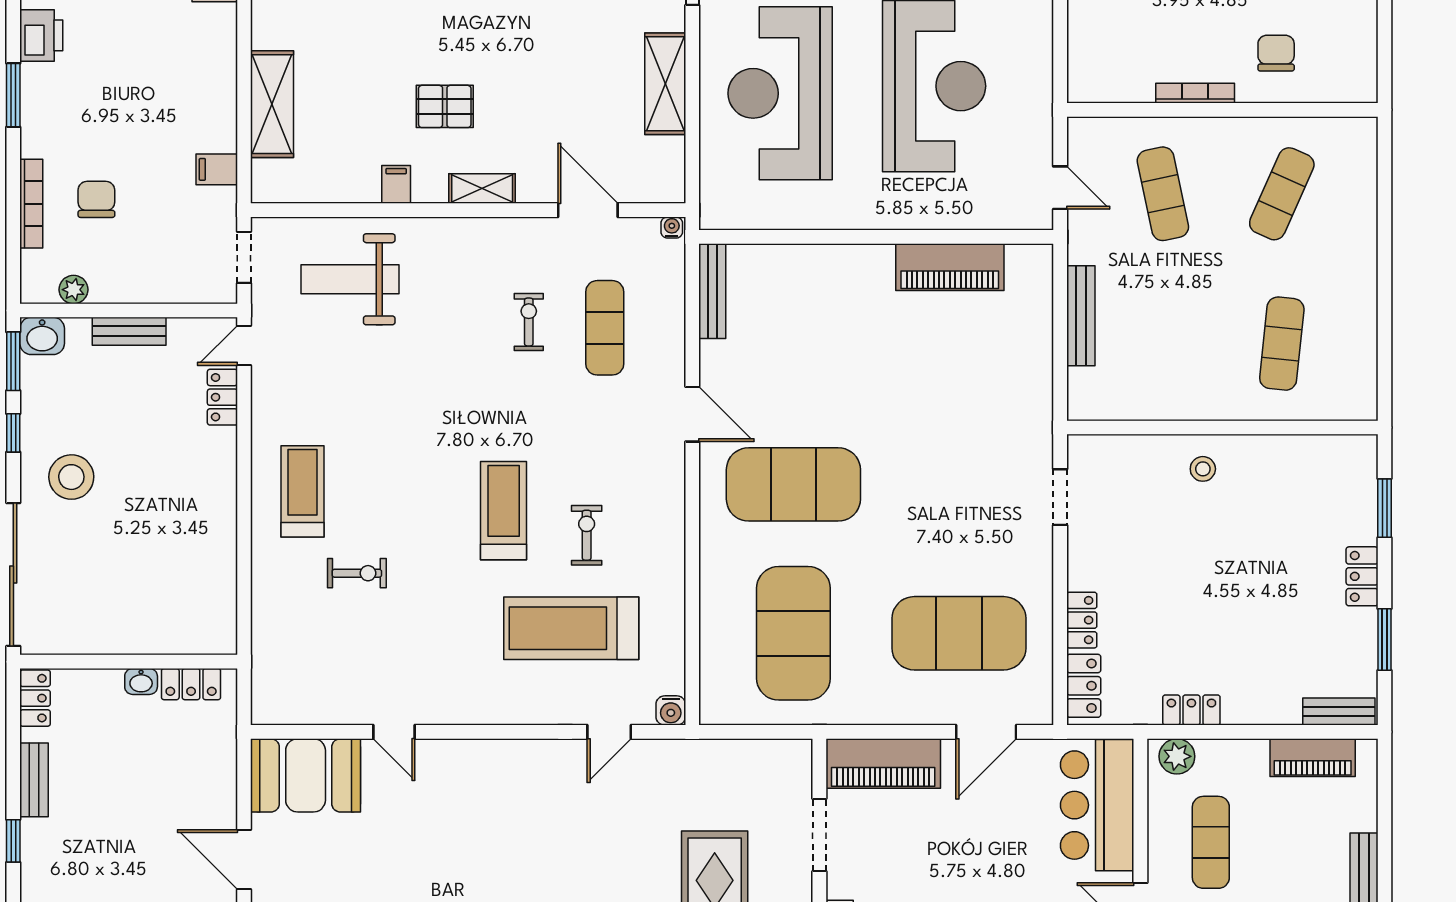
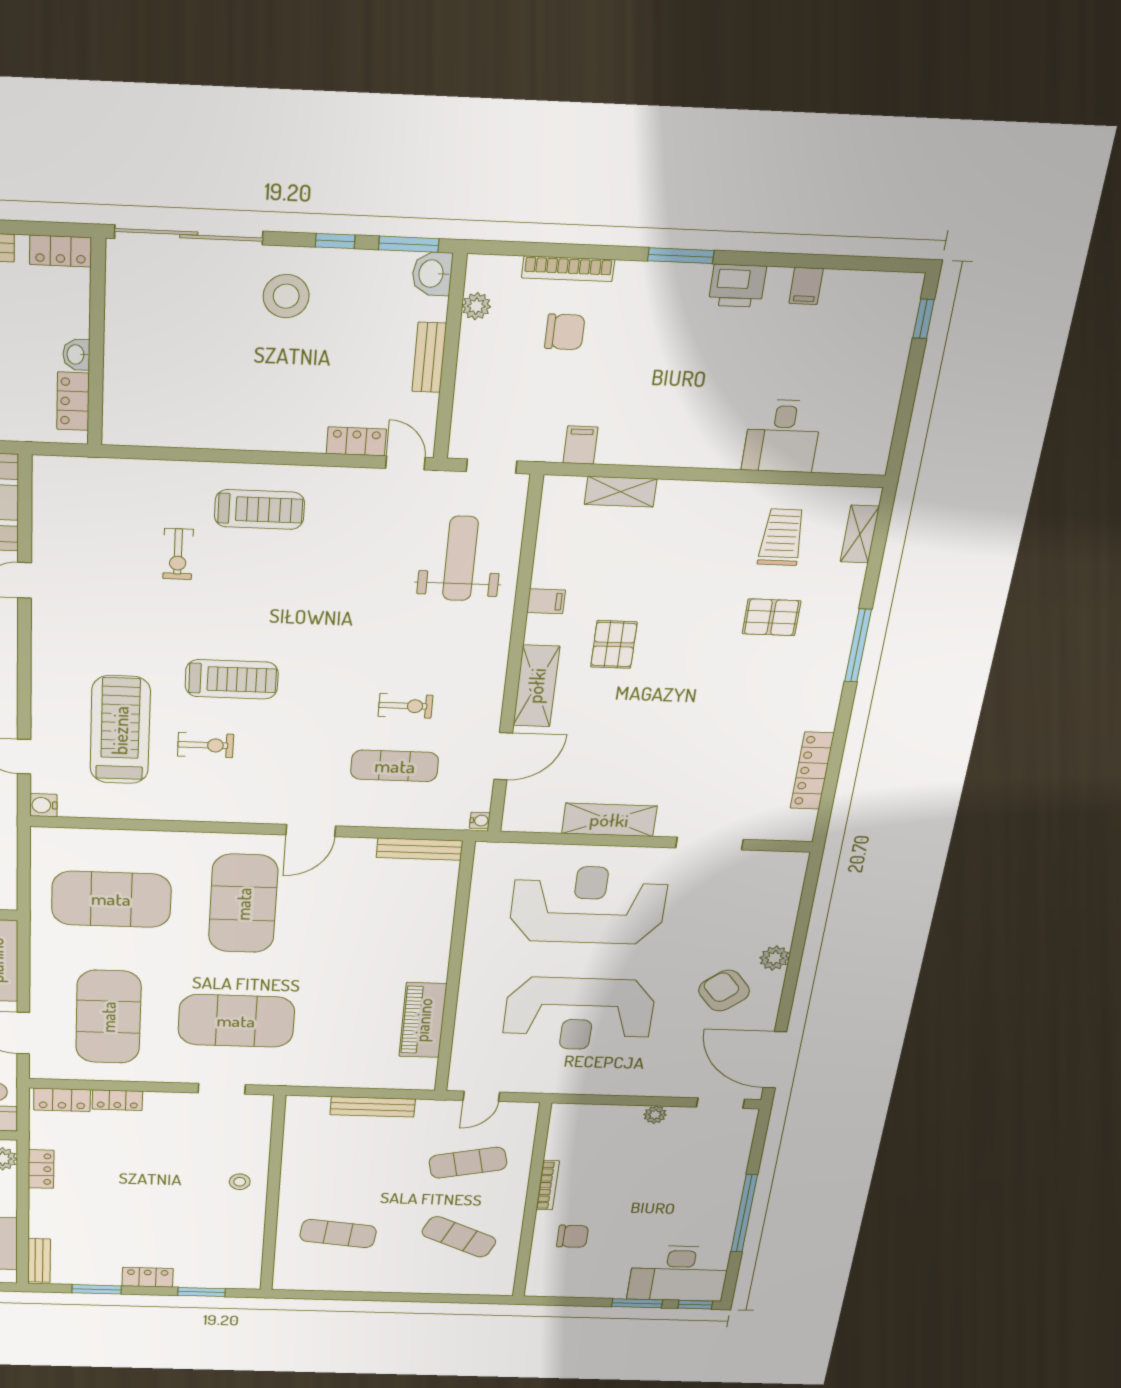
shelving: (272, 104) -> (621, 492), width x0.67, depth x0.75
shelving: (482, 189) -> (536, 686), width x1.50, depth x1.33
exercise mat: (959, 484) -> (236, 1021), added

